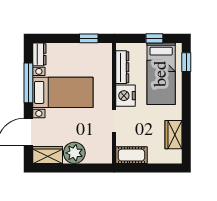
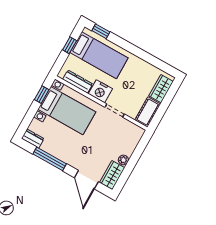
bed with nightstands: (63, 92) -> (67, 111), moved, turned 90
wardrobe: (174, 135) -> (161, 89), moved, turned 90
plant: (74, 153) -> (123, 160), width x0.53, depth x0.53

